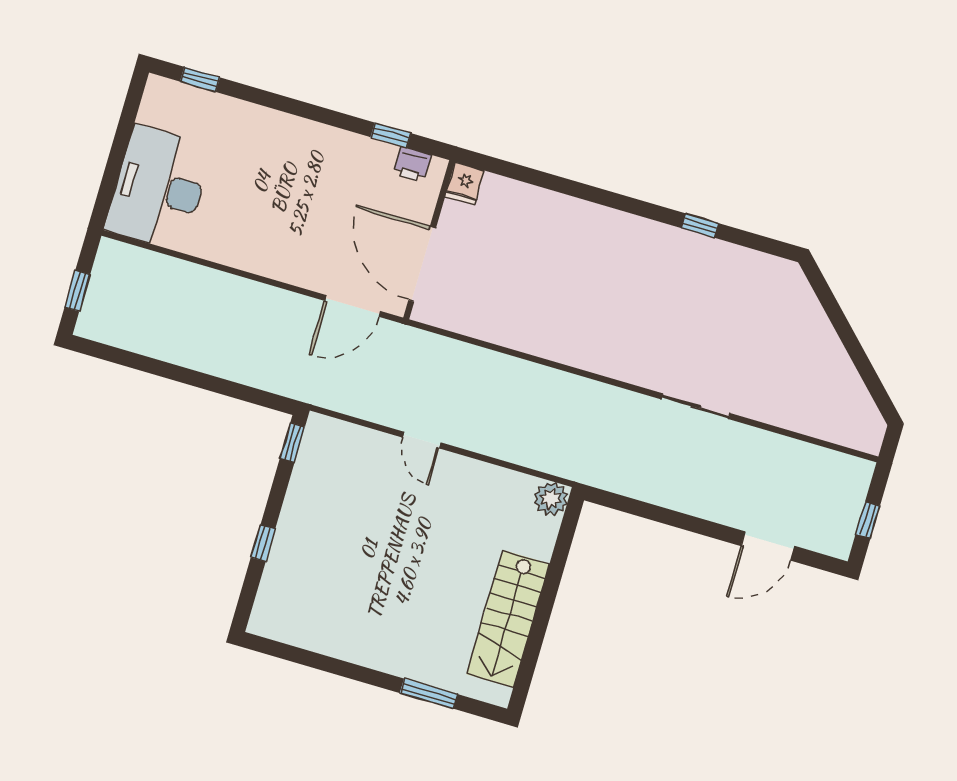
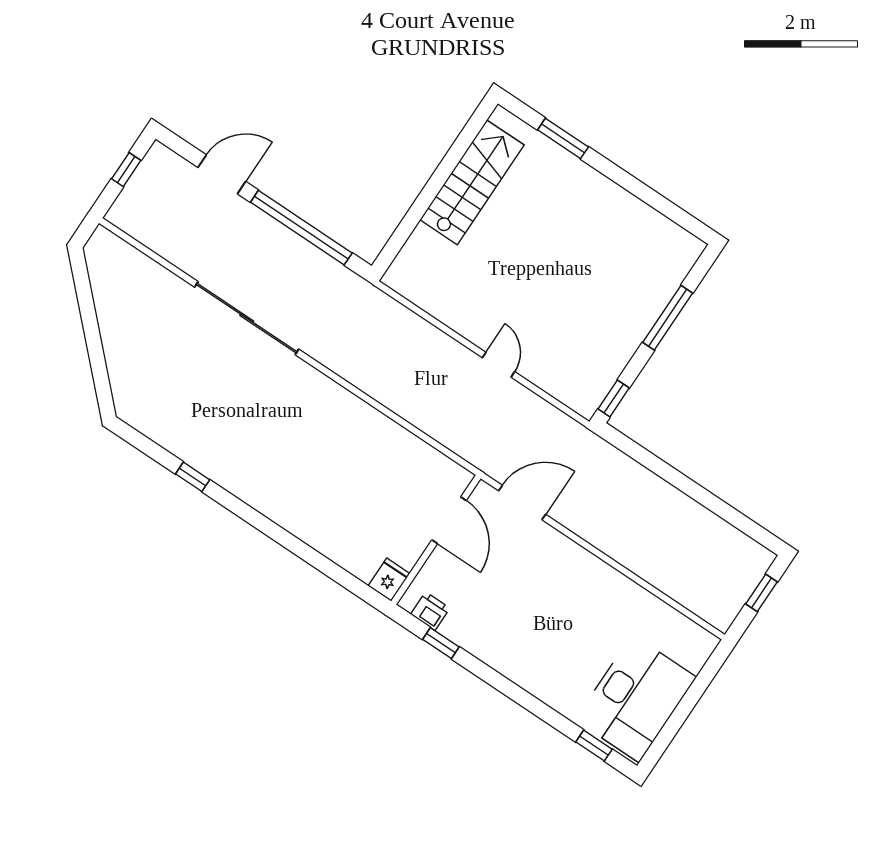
desk: (159, 188) -> (636, 698), moved
door: (422, 264) -> (449, 520), width x0.73
sliding door: (696, 406) -> (247, 318), width x1.86
plant: (551, 499) -> (401, 277), removed
window: (669, 517) -> (301, 228), added
window: (263, 543) -> (668, 318), width x2.17

